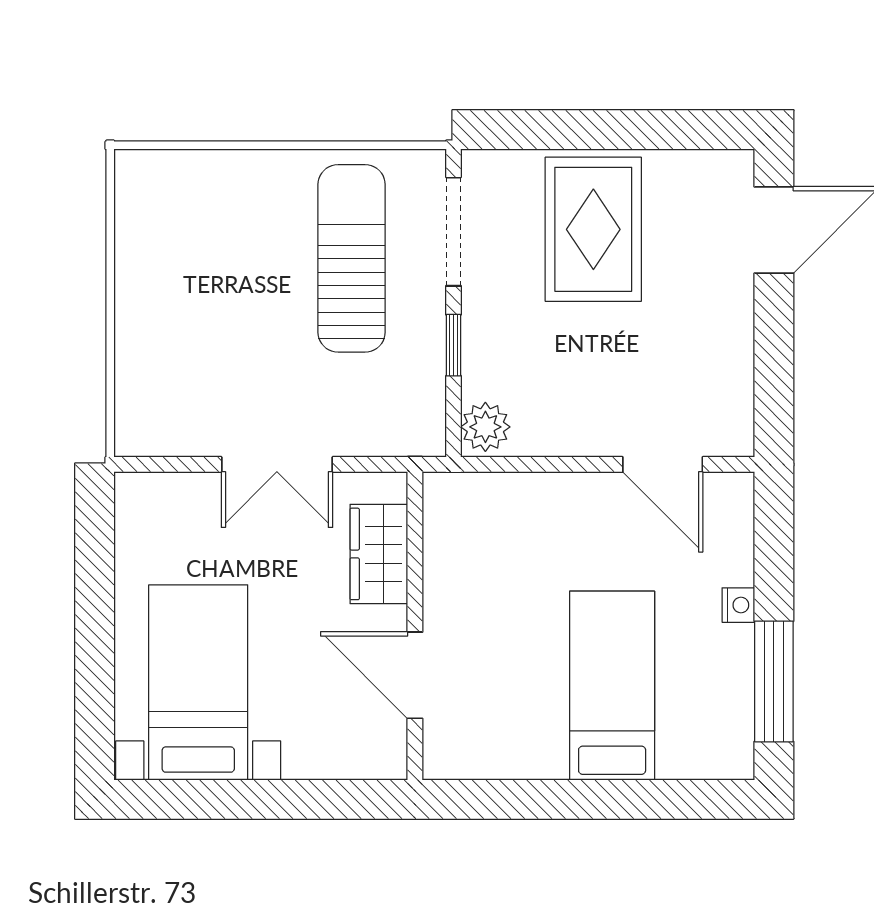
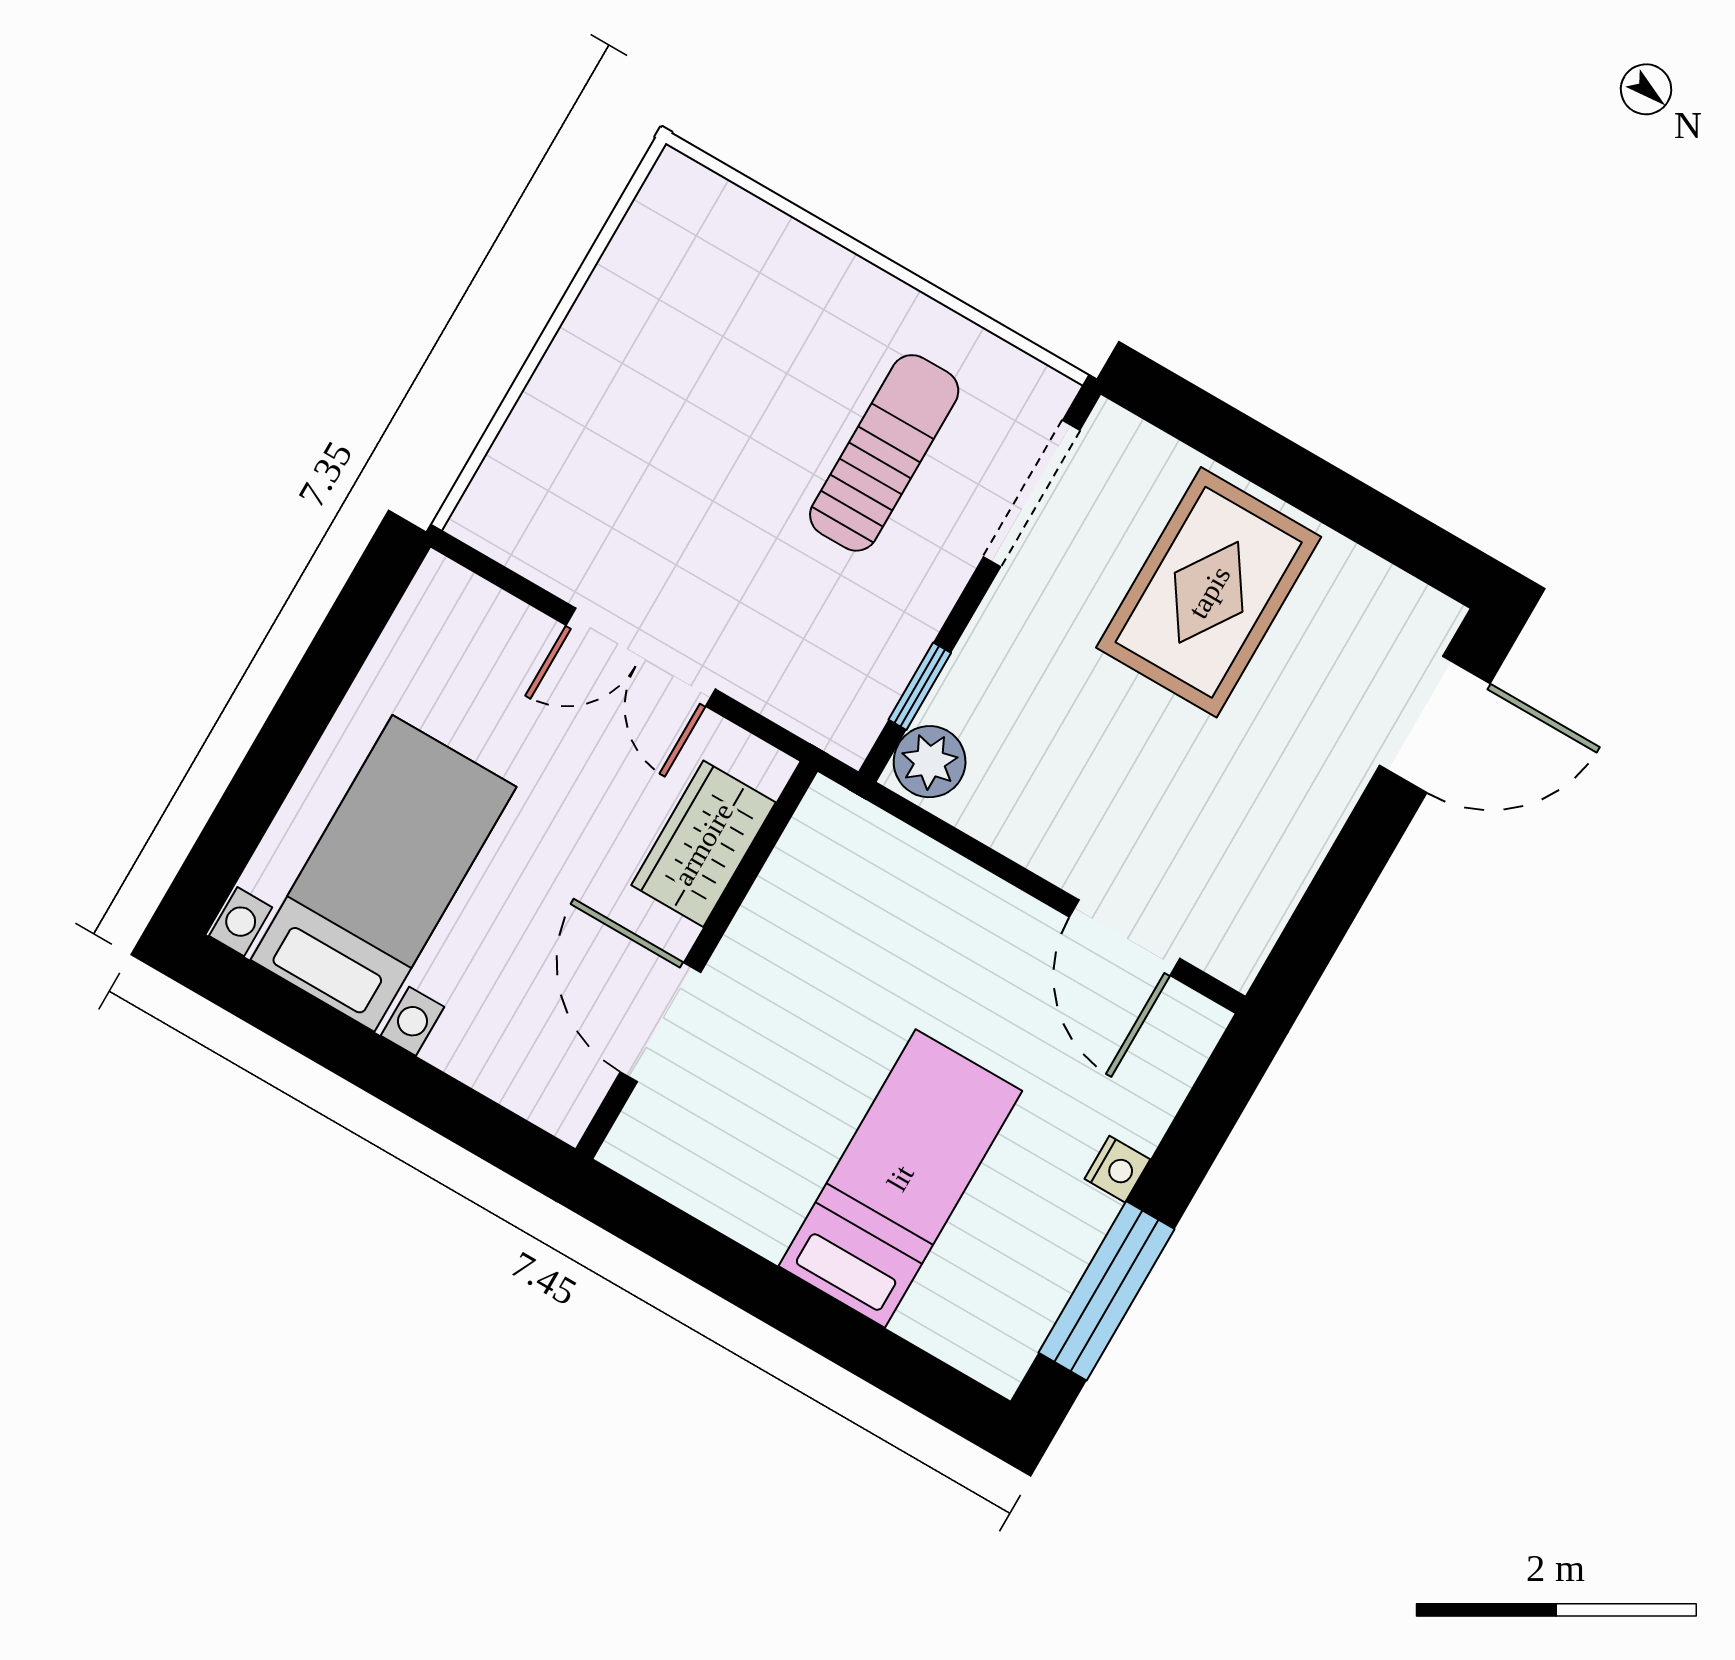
sun lounger: (352, 258) -> (884, 453), width x0.73, depth x0.75
window: (453, 345) -> (920, 686), moved

